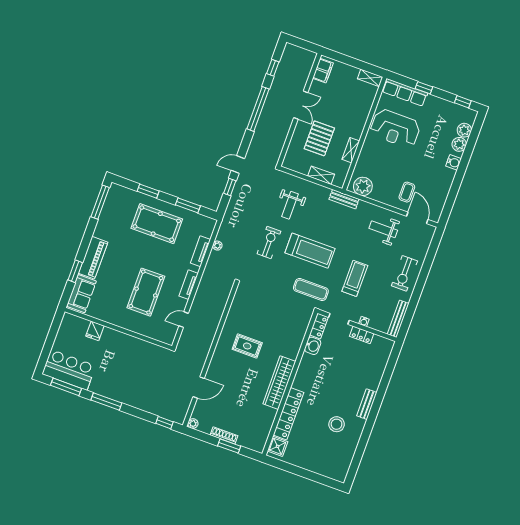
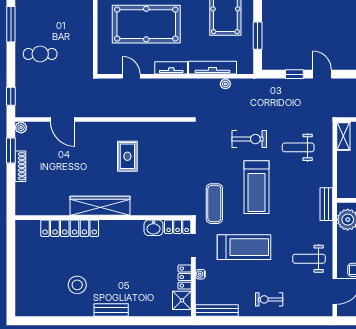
shelving: (321, 175) -> (343, 136), moved
weight bench: (383, 229) -> (309, 259), turned -90
tv unit: (200, 251) -> (212, 68), width x1.41
exercise bike: (404, 273) -> (269, 299), width x0.73, depth x0.72
treadmill: (355, 278) -> (244, 247), width x1.37, depth x1.38
pool table: (146, 292) -> (146, 24), width x1.36, depth x1.32
cafe table: (139, 387) -> (40, 54), added
window: (229, 446) -> (11, 150), moved
shower: (278, 446) -> (182, 300), moved

